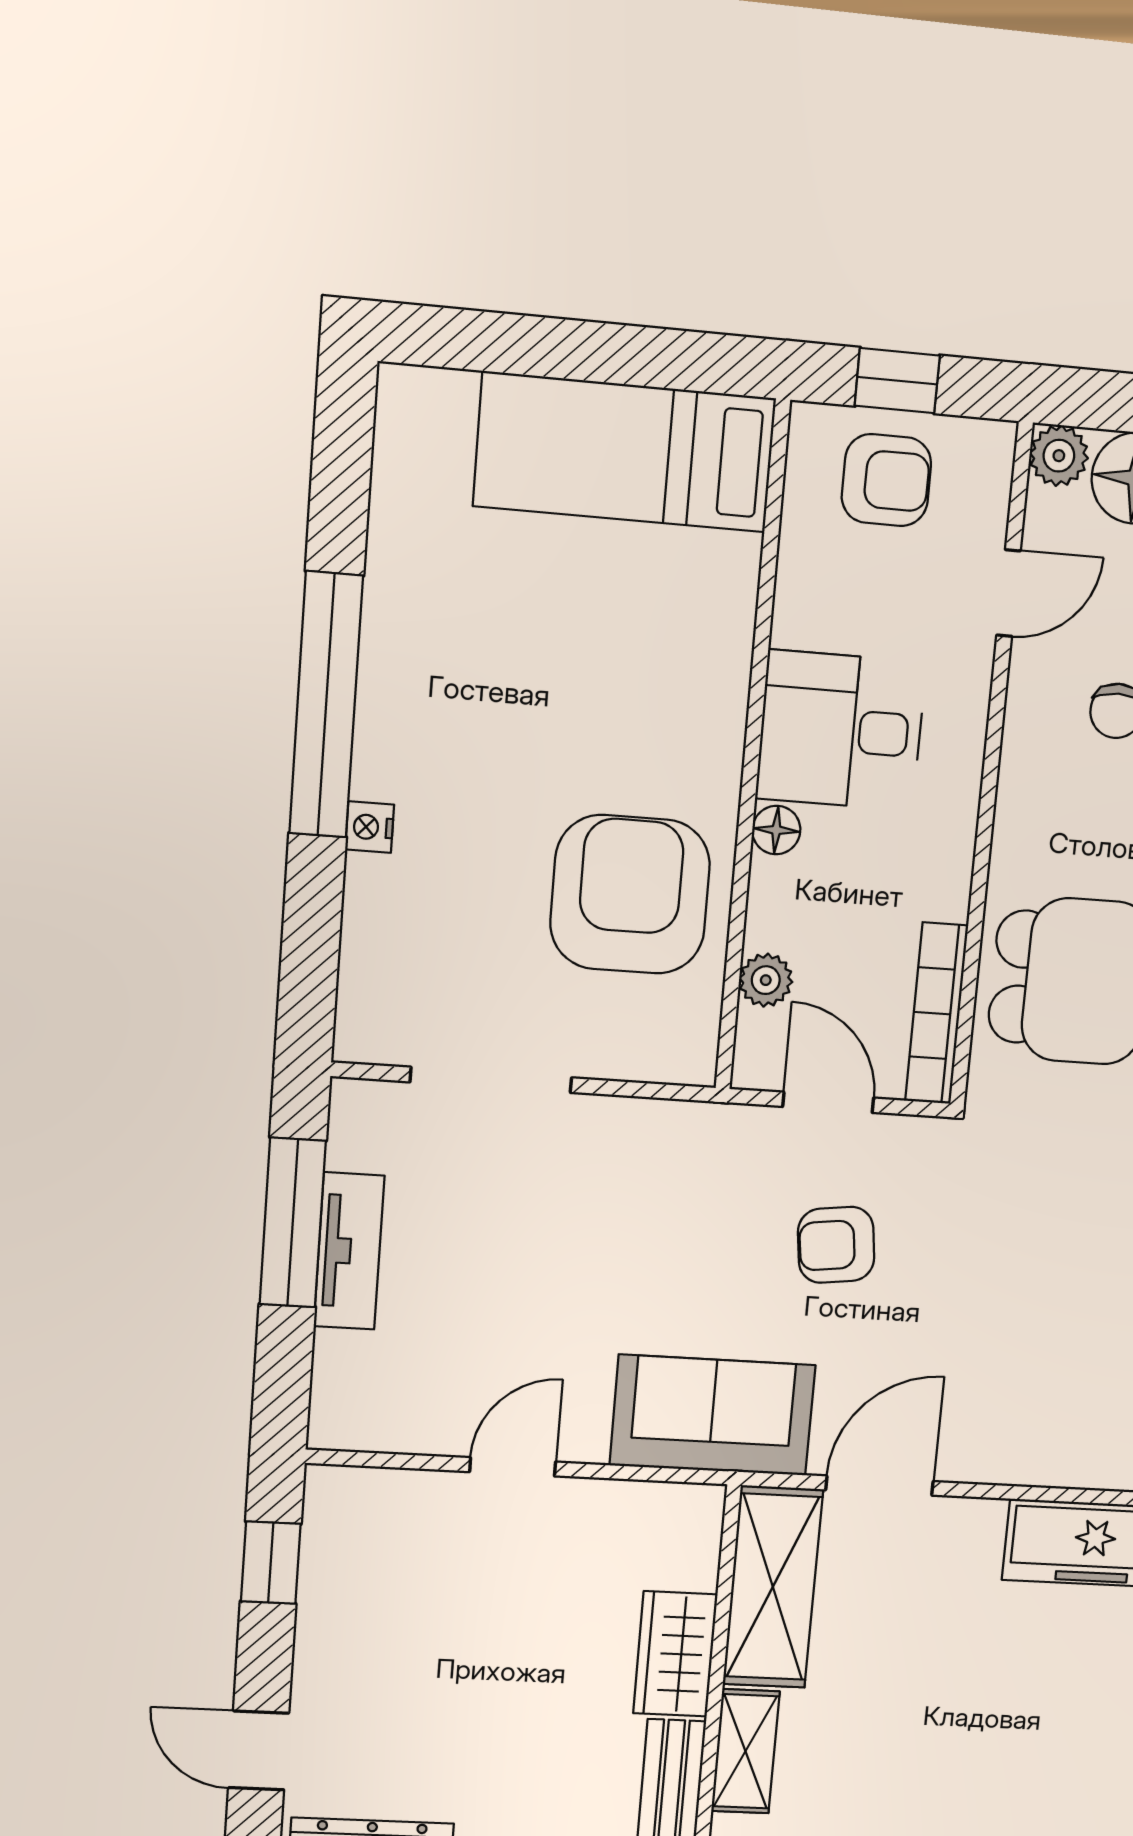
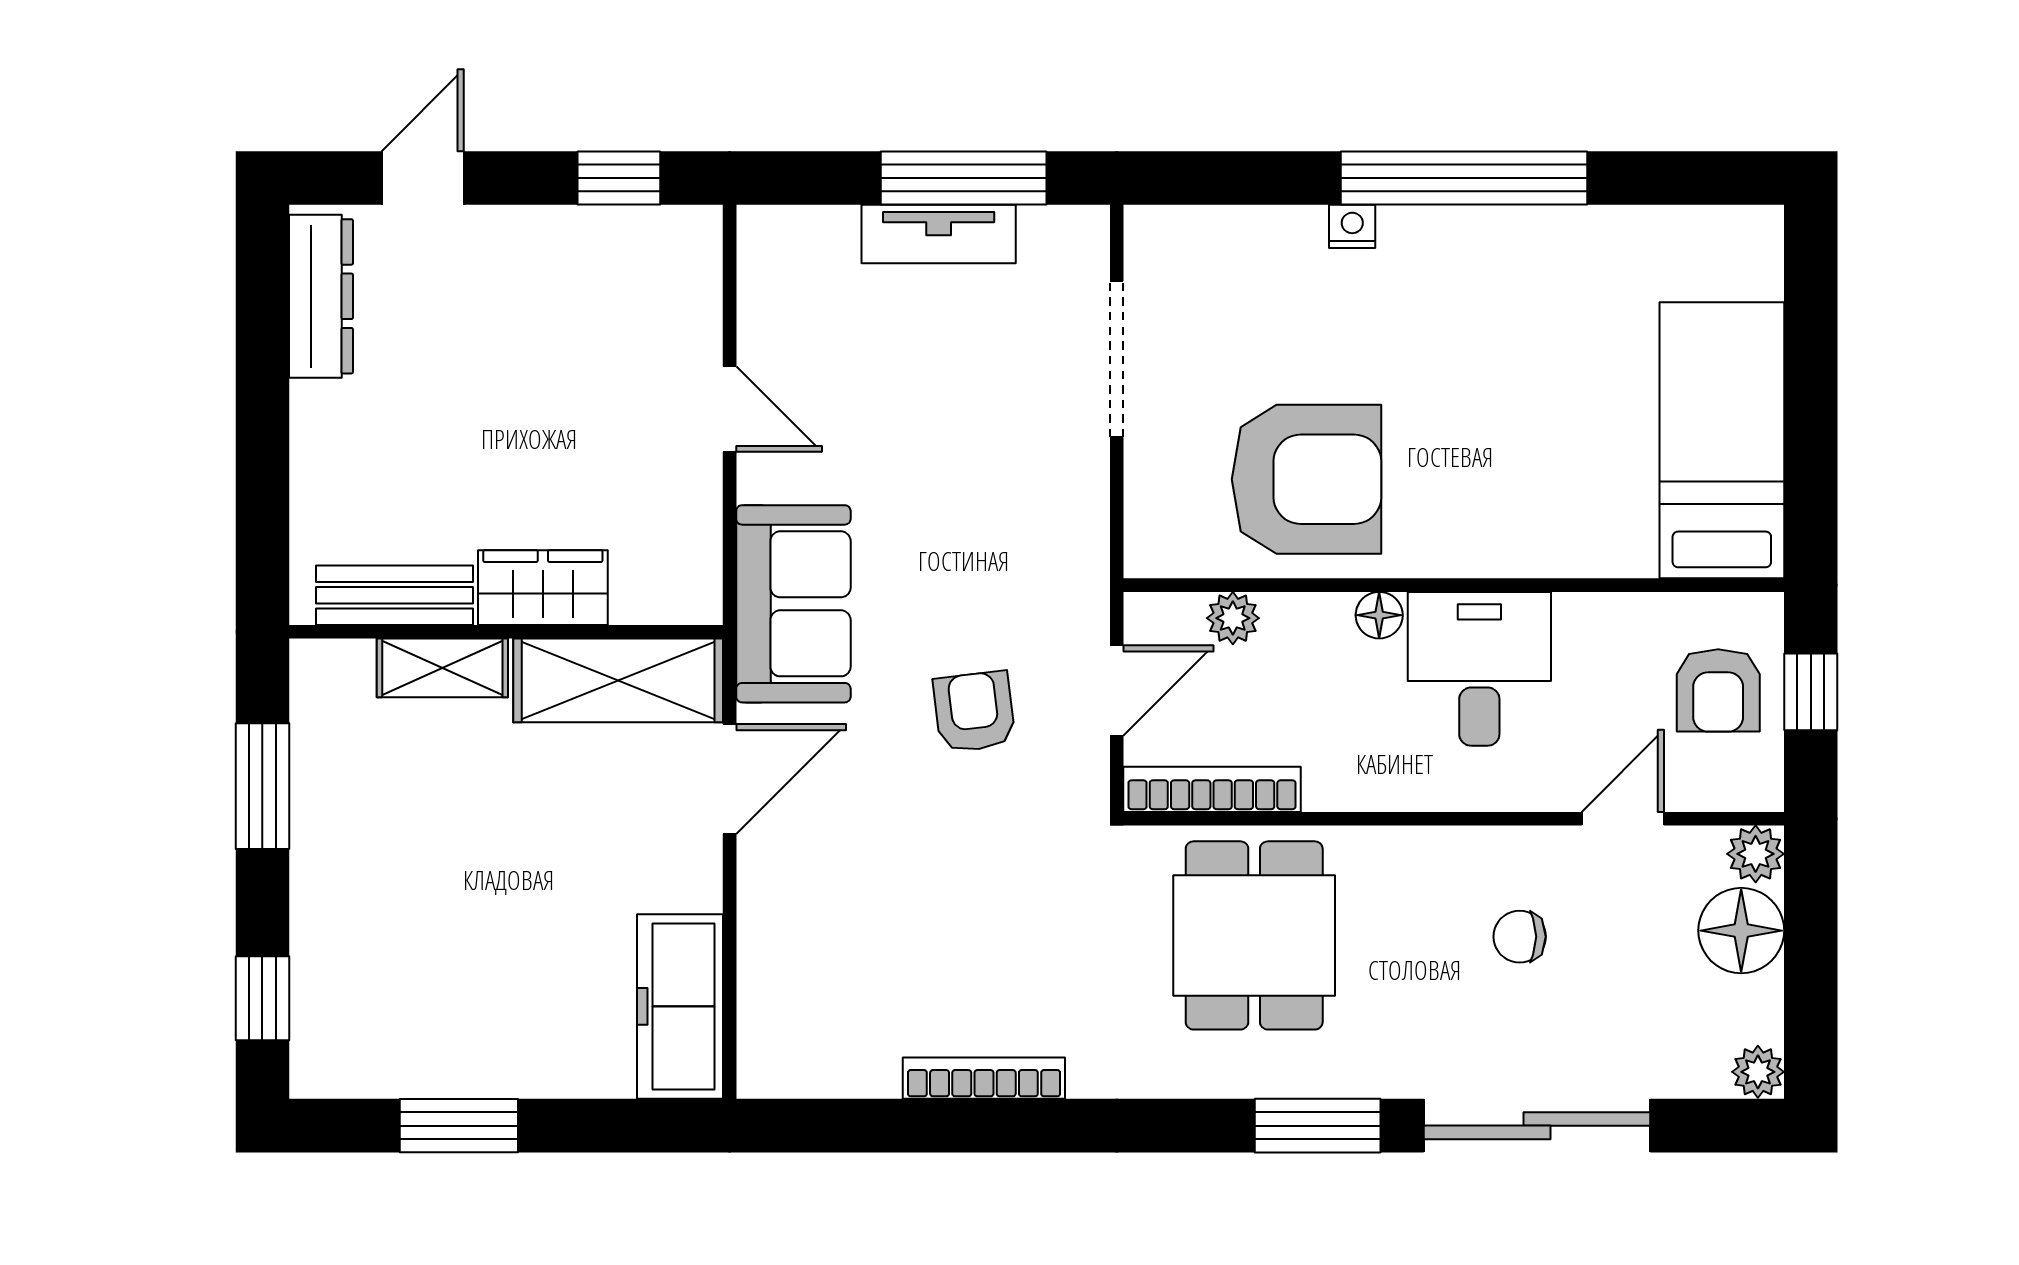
door: (1009, 593) -> (1623, 819), swing flipped
door: (879, 1486) -> (730, 779), hinge flipped

